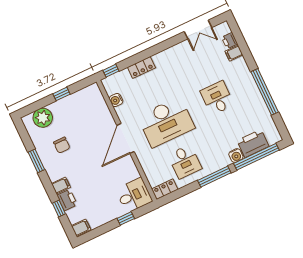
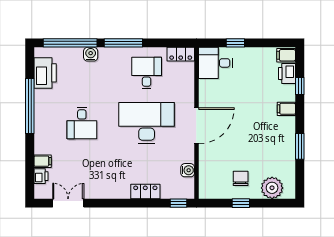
printer: (253, 143) -> (45, 73), moved, turned -90
chair: (62, 145) -> (241, 178), moved
printer: (67, 200) -> (287, 73), moved

